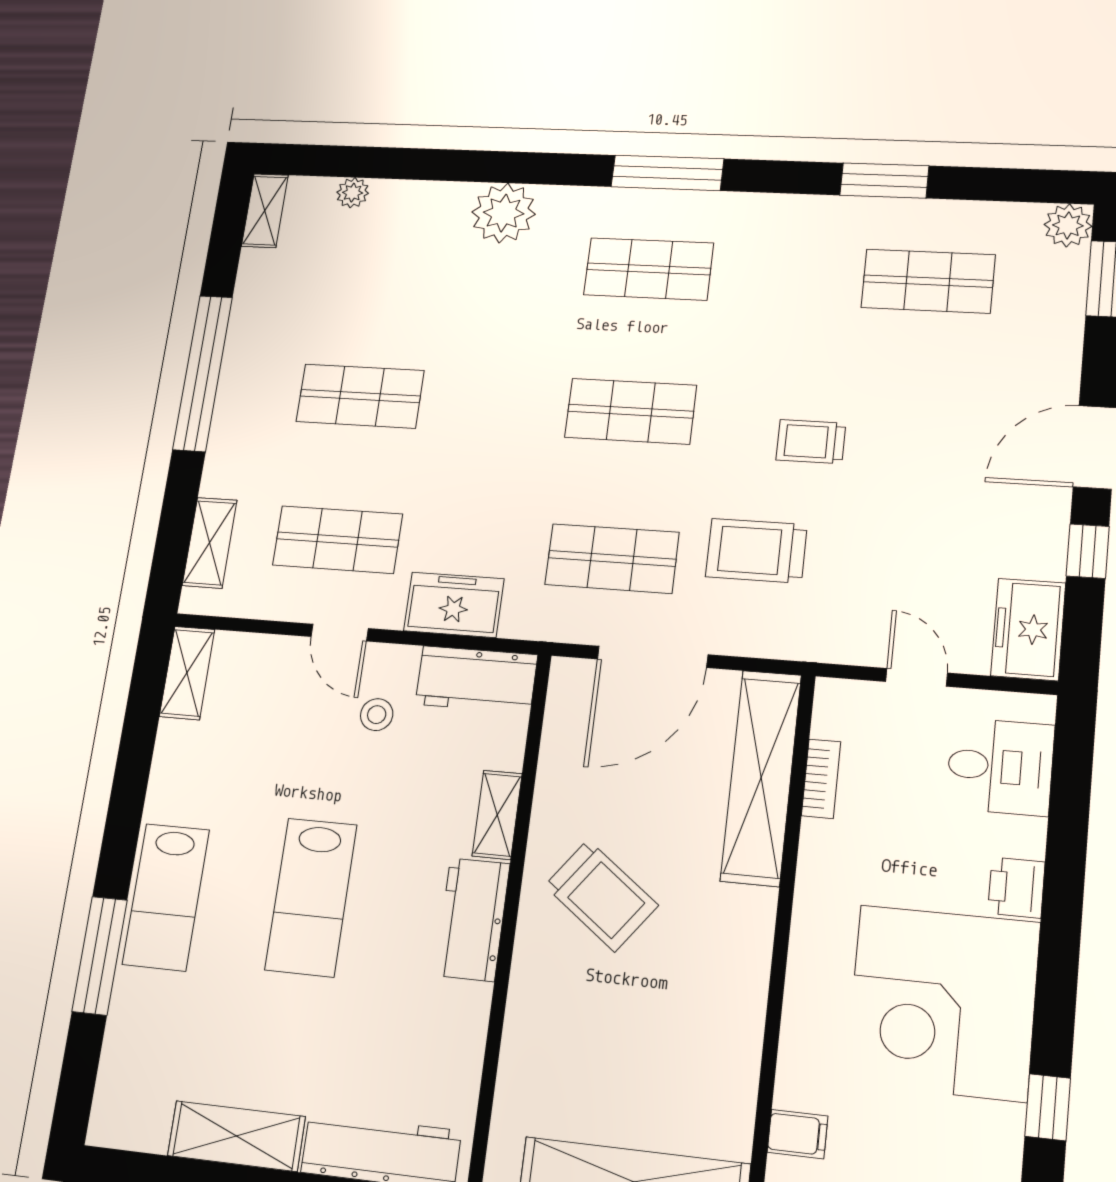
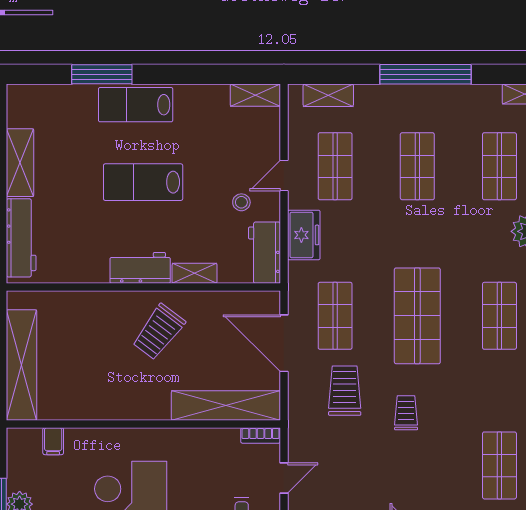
shop shelf: (382, 257) -> (499, 166), added
shop shelf: (631, 411) -> (417, 316), width x1.43, depth x1.36
bookcase: (821, 779) -> (261, 435), moved

